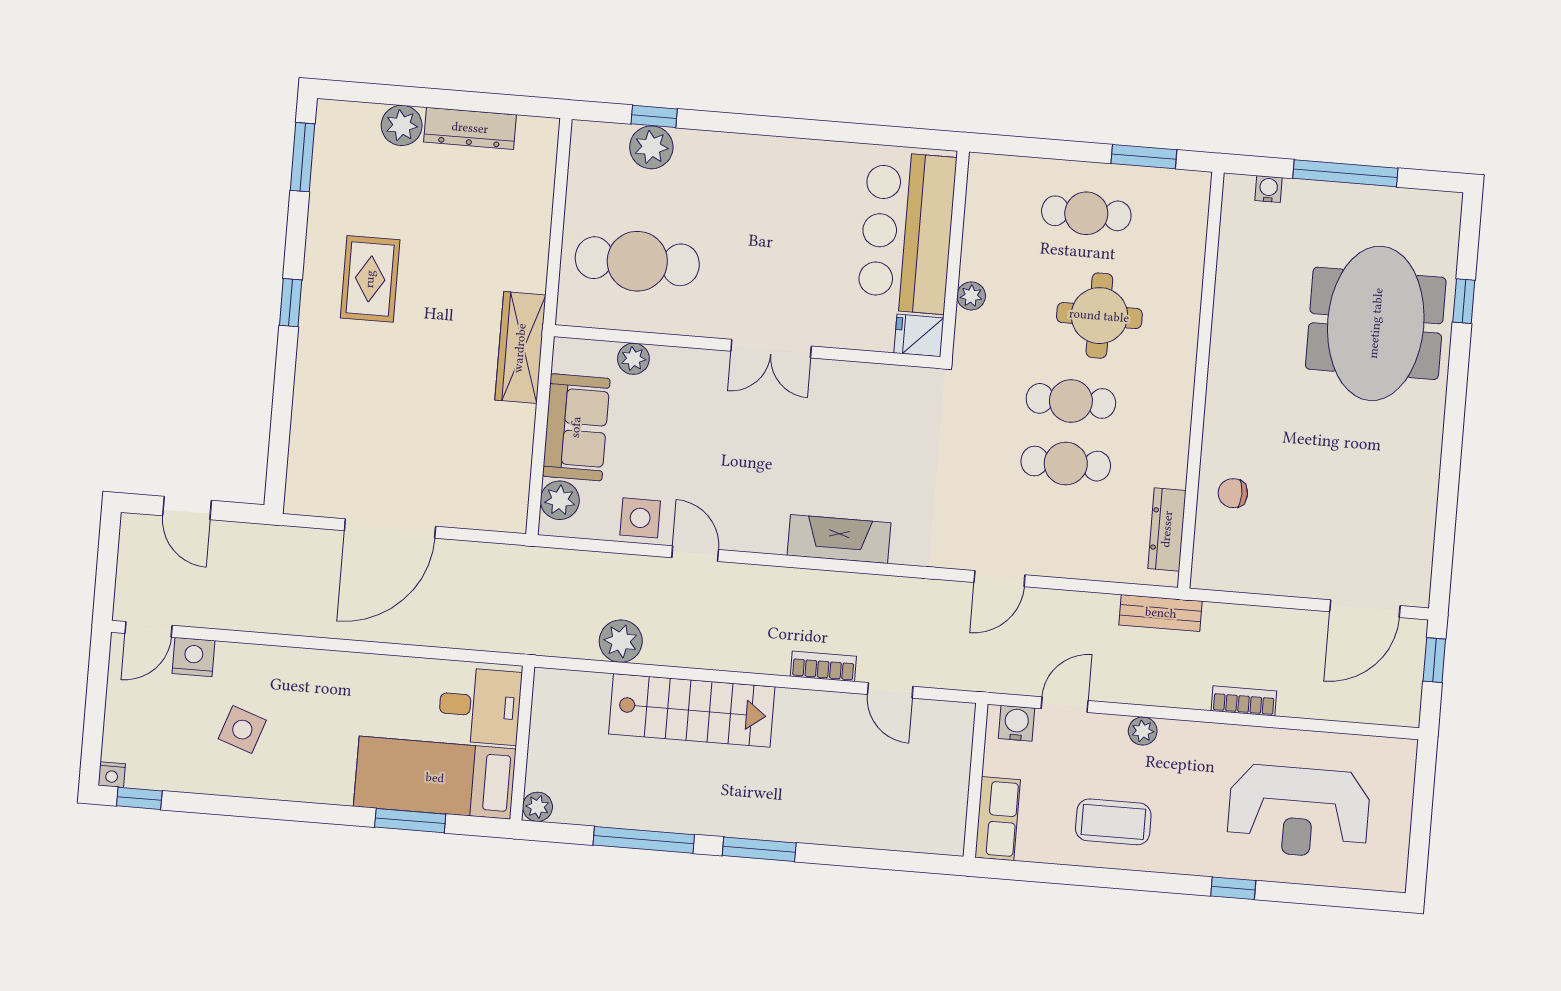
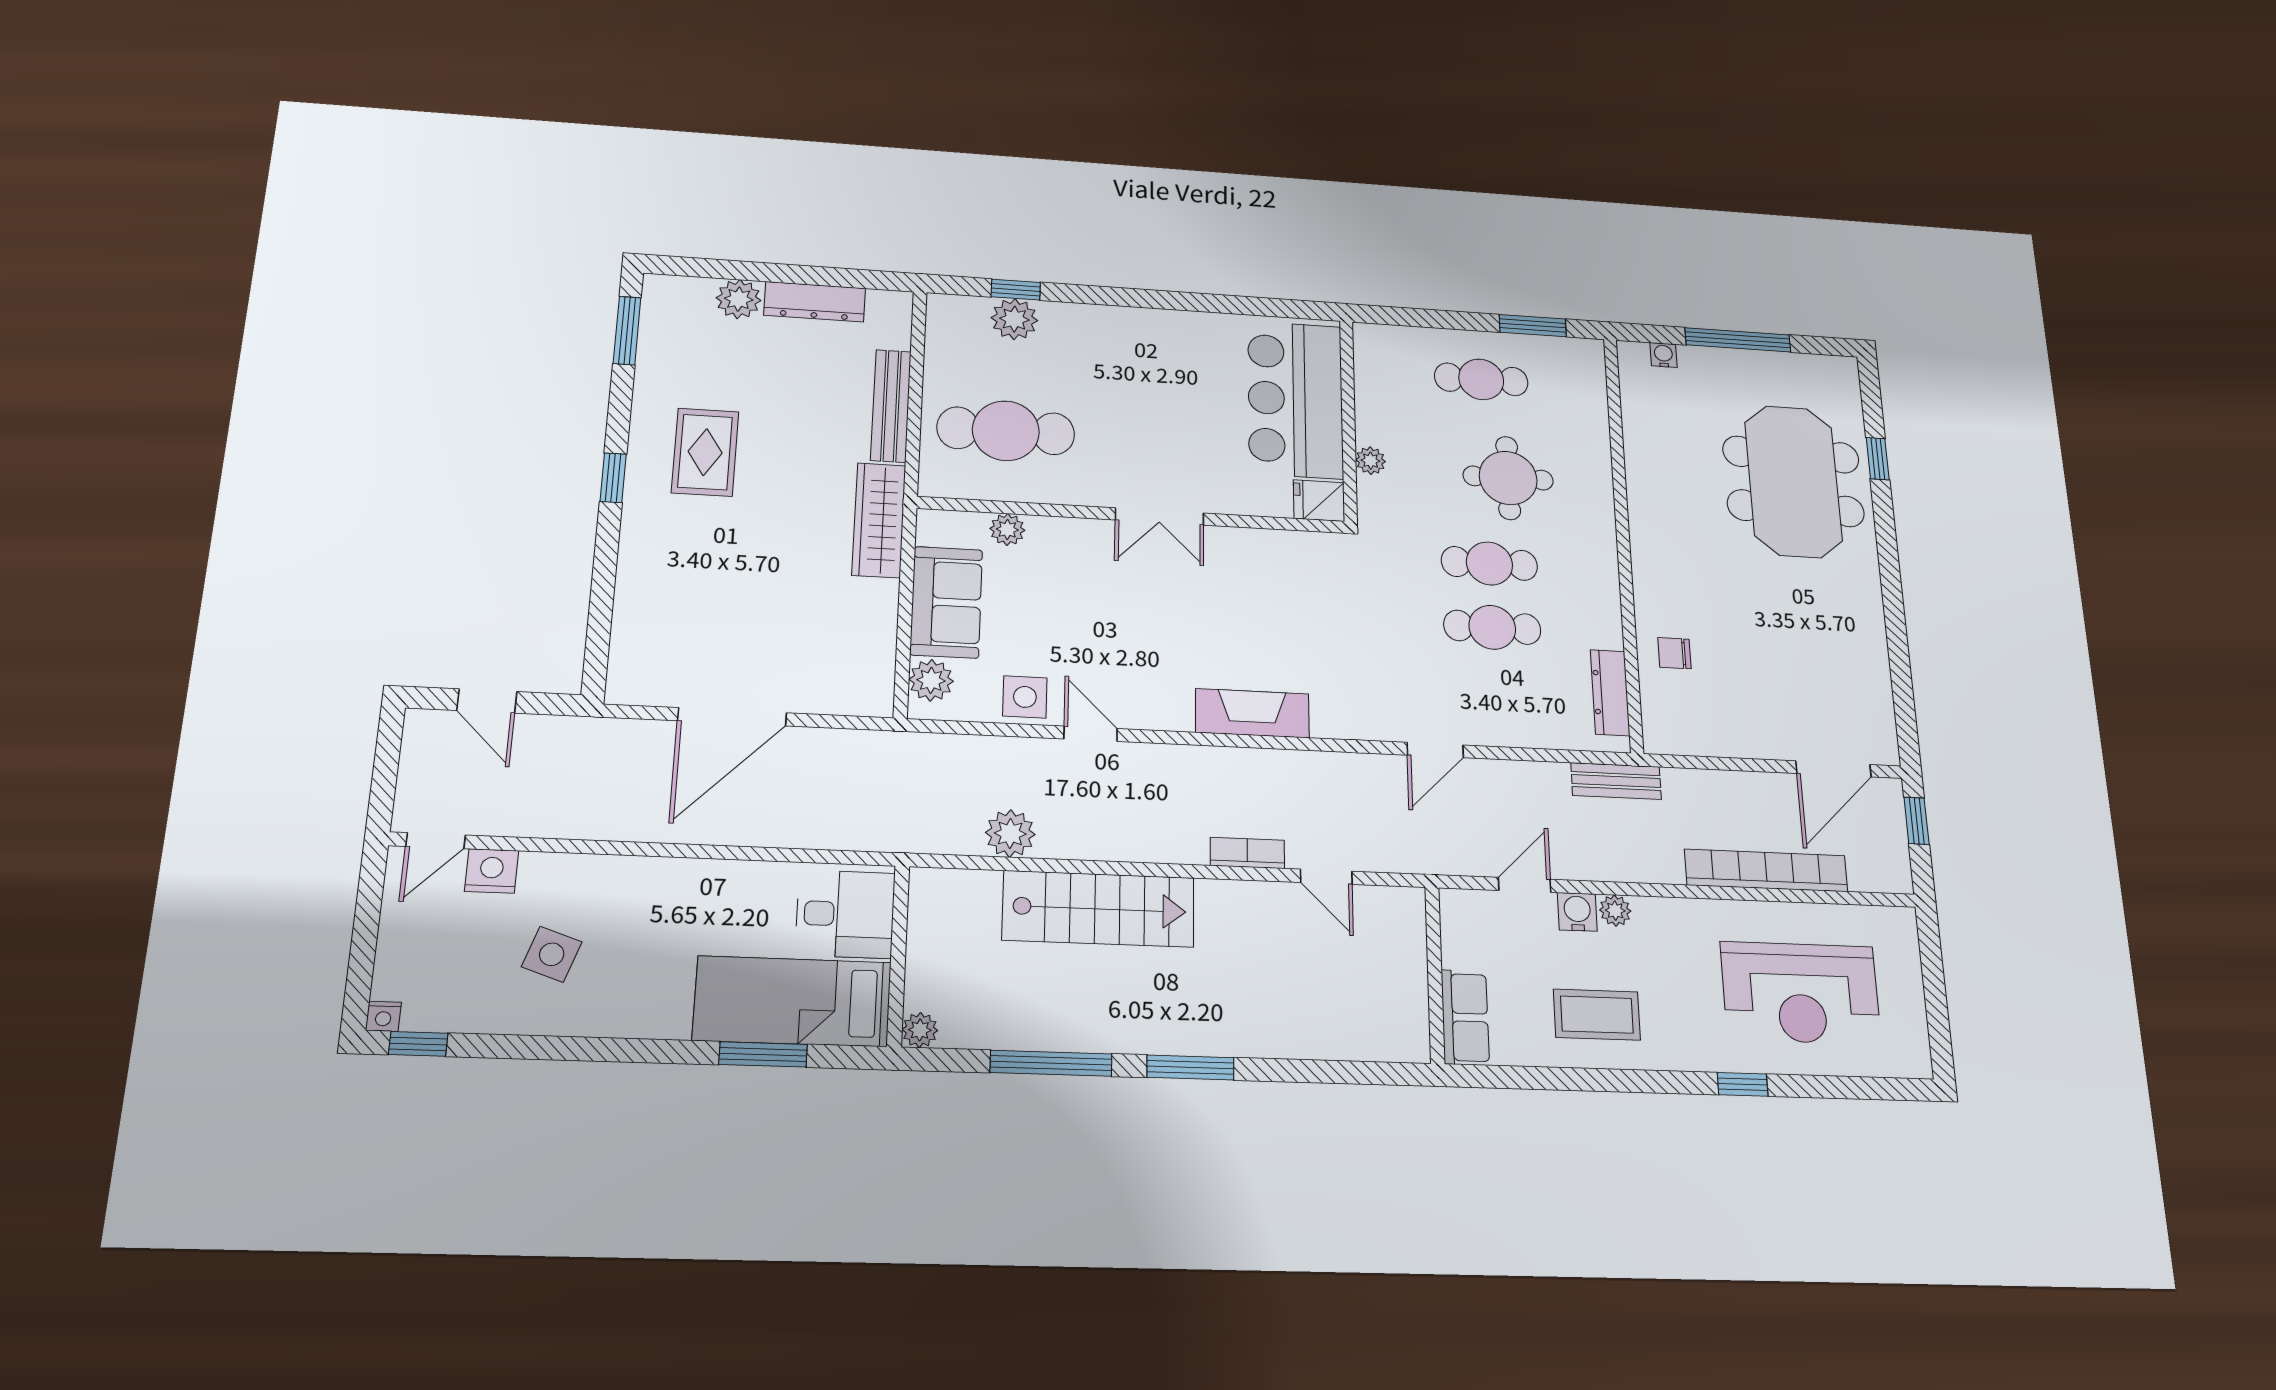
bench: (535, 235) -> (891, 406), added
bookcase: (1244, 701) -> (1766, 870), width x2.31, depth x1.31
water cooler: (1017, 723) -> (1577, 912), moved

